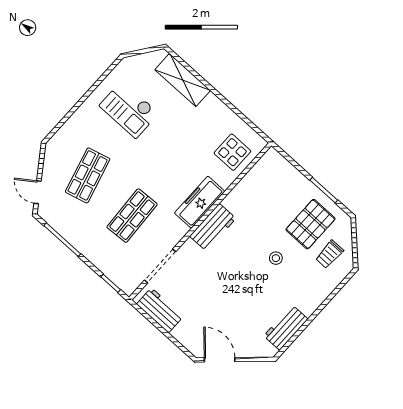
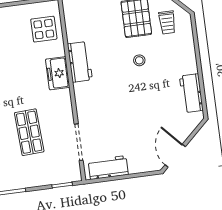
freezer: (200, 202) -> (58, 73), width x0.71
workbench: (213, 227) -> (80, 62), moved
door: (220, 360) -> (175, 156), hinge flipped

